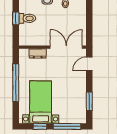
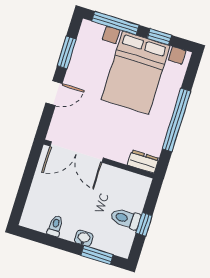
dresser: (38, 53) -> (143, 162), moved
door: (89, 64) -> (54, 93), moved
bed with nightstands: (41, 102) -> (136, 73), width x1.36

